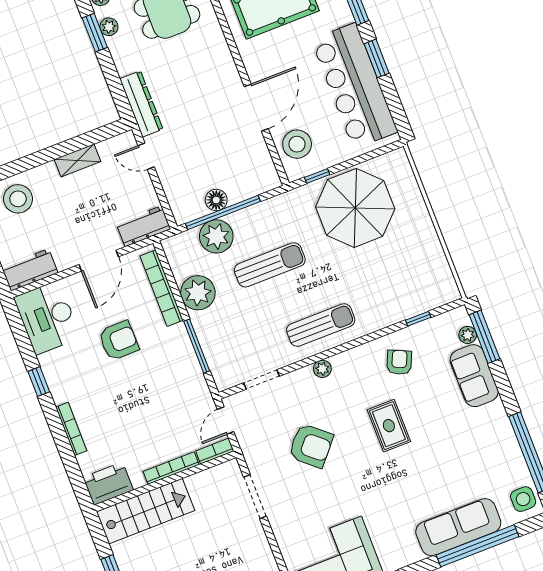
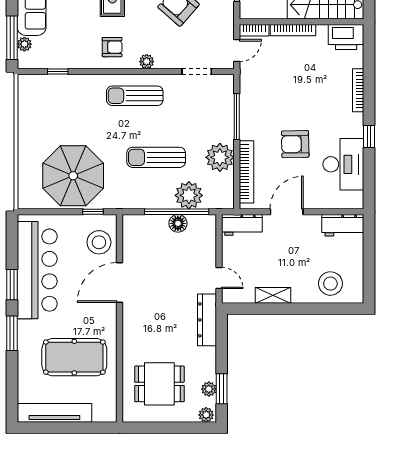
desk: (47, 318) -> (343, 164), moved
armchair: (399, 362) -> (112, 47), moved, turned -114

